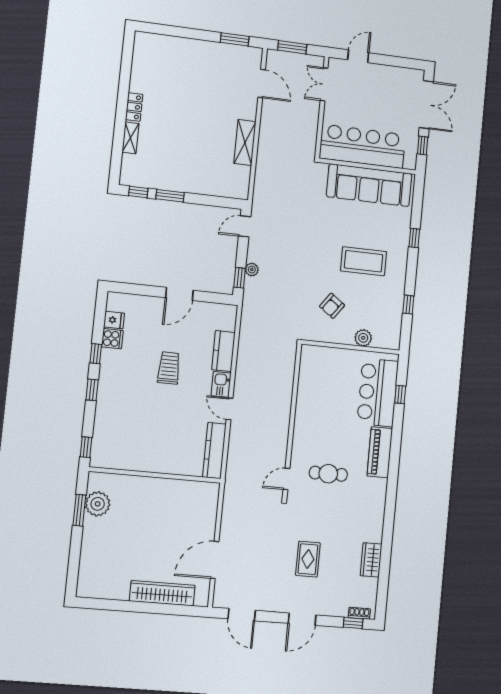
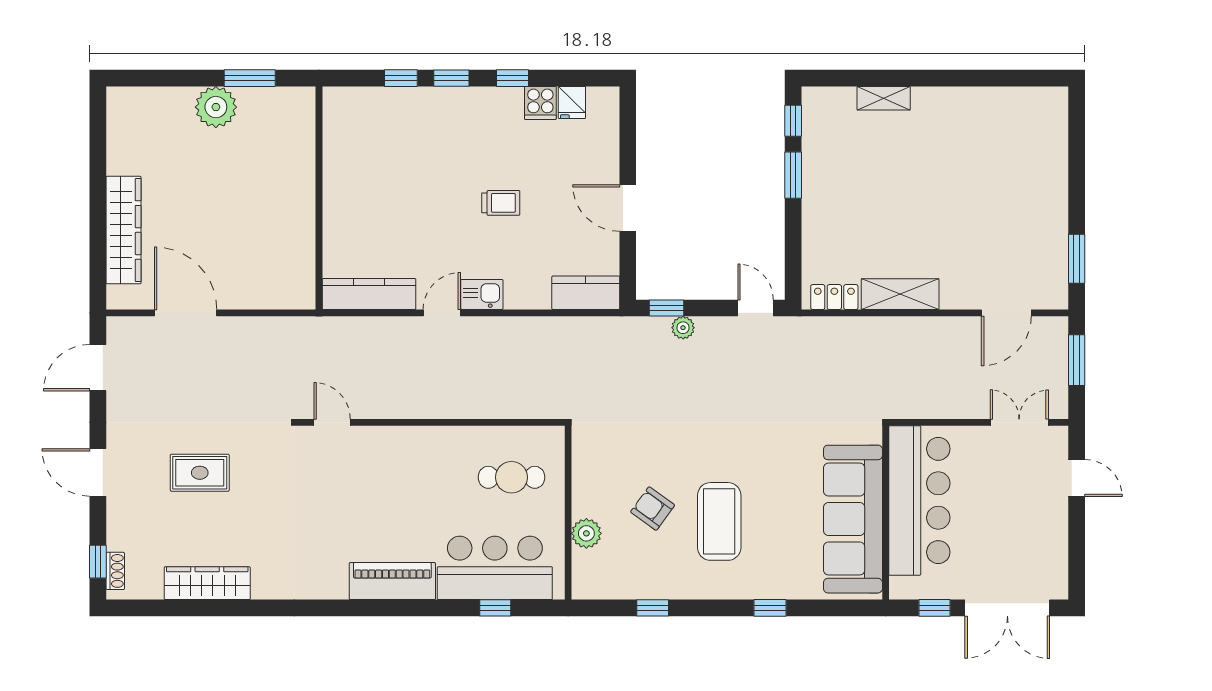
locker: (134, 107) -> (834, 297), moved, turned 180
armchair: (332, 306) -> (653, 509), moved
kitchen counter: (223, 351) -> (586, 293), moved
trolley: (169, 368) -> (501, 203), width x0.73, depth x0.72
window: (86, 447) -> (401, 78), moved
cafe table: (328, 474) -> (511, 477), moved, turned 90
plant: (98, 504) -> (216, 107), moved
wardrobe: (371, 560) -> (207, 583), width x1.50

